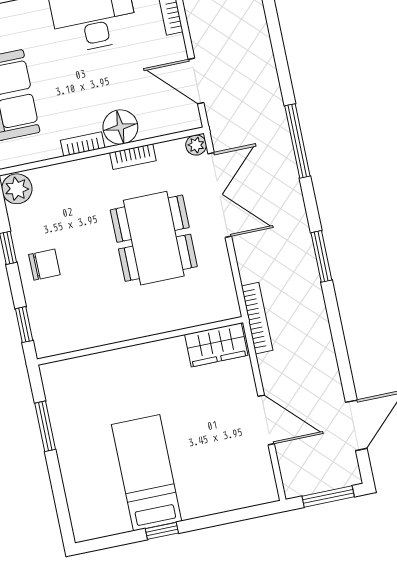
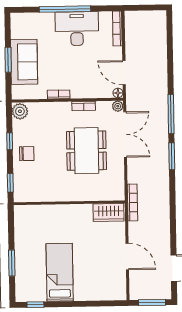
floor lamp: (120, 127) -> (118, 93), moved, width x0.53, depth x0.53
window: (321, 256) -> (172, 156), moved
window: (45, 426) -> (12, 263), moved
window: (162, 531) -> (35, 305), moved

